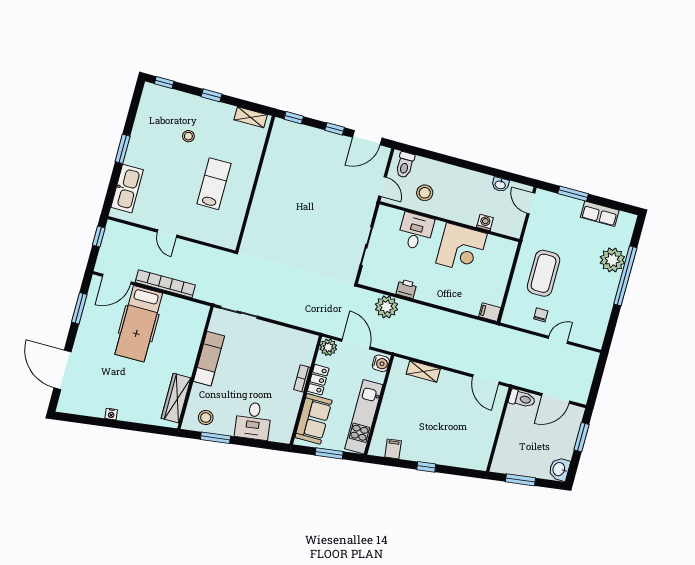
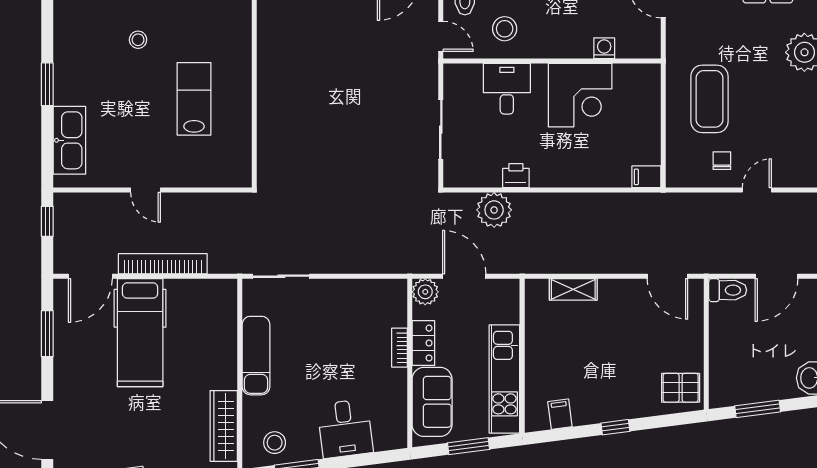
water cooler: (381, 363) -> (508, 295), removed
pallet: (475, 453) -> (681, 388), added

